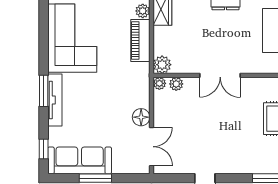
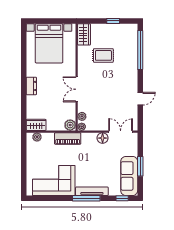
piano: (140, 40) -> (68, 138), moved
double door: (220, 75) -> (77, 89), swing flipped
window: (44, 91) -> (86, 198), width x1.44

